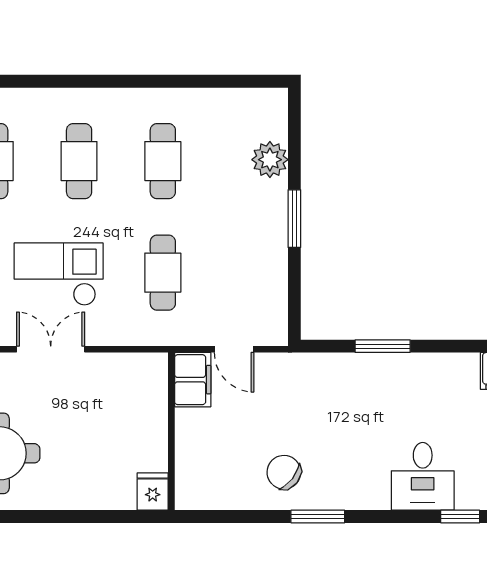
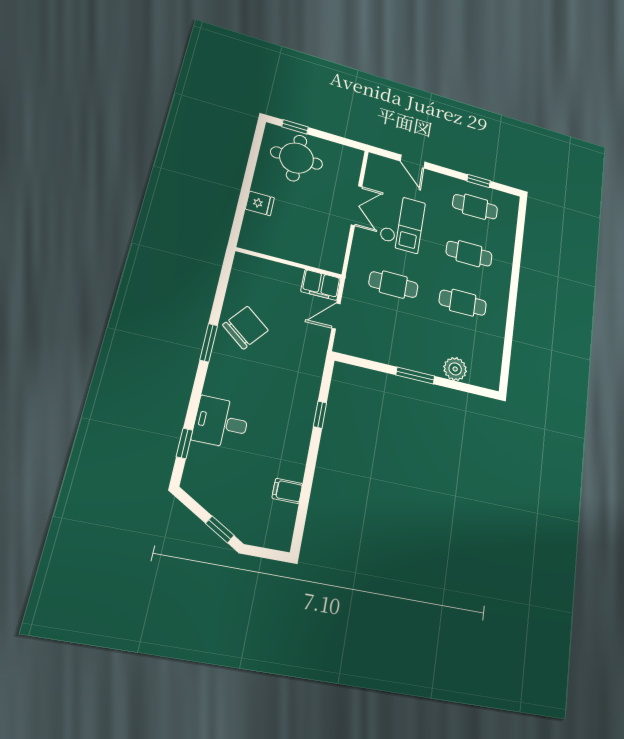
window: (383, 346) -> (320, 415), width x0.67
chair: (284, 472) -> (245, 328), width x1.37, depth x1.37
fridge: (153, 492) -> (260, 203), moved

